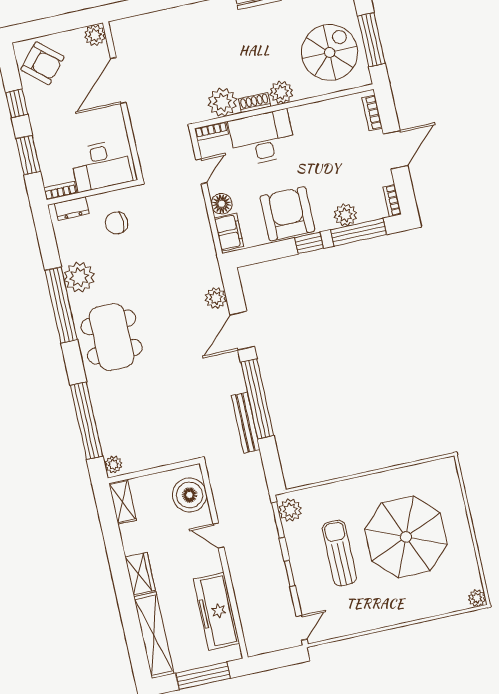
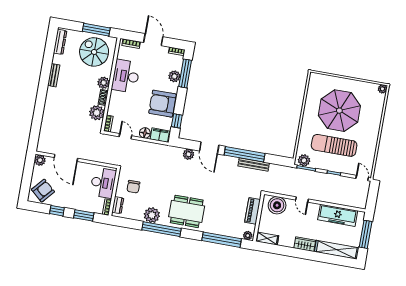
desk: (262, 138) -> (126, 76), moved
window: (309, 243) -> (177, 121), moved
piano: (161, 455) -> (253, 211), added
door: (218, 536) -> (302, 200), hinge flipped
sun lounger: (339, 553) -> (334, 145), width x1.36, depth x1.34

